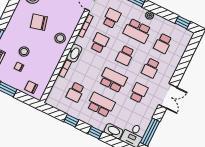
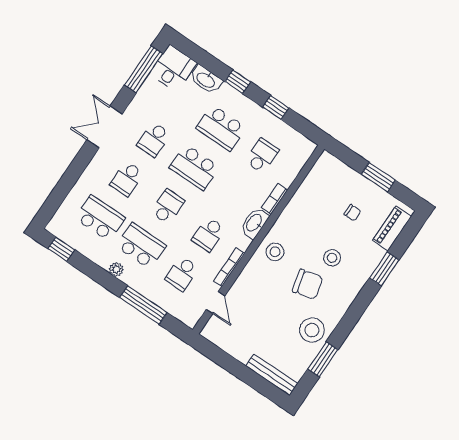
school desk: (163, 43) -> (100, 218), width x1.85
stool: (24, 51) -> (332, 258), moved
school desk: (151, 68) -> (127, 179), turned 180
chair: (31, 87) -> (336, 175), removed

